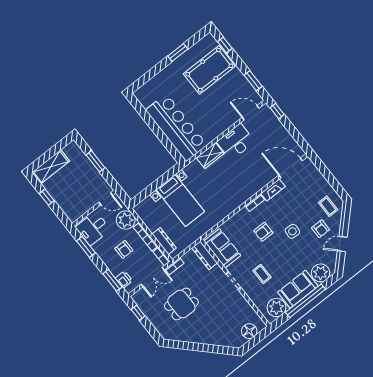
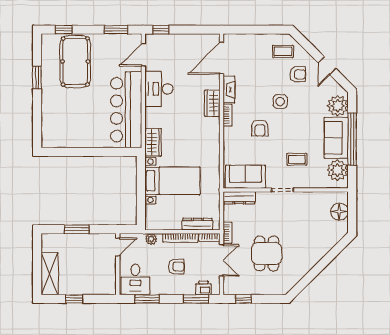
bar counter: (176, 127) -> (126, 110), moved, turned -90
wardrobe: (210, 156) -> (153, 142), moved
wardrobe: (255, 186) -> (212, 103), added
plant: (126, 220) -> (151, 239), width x0.53, depth x0.53

